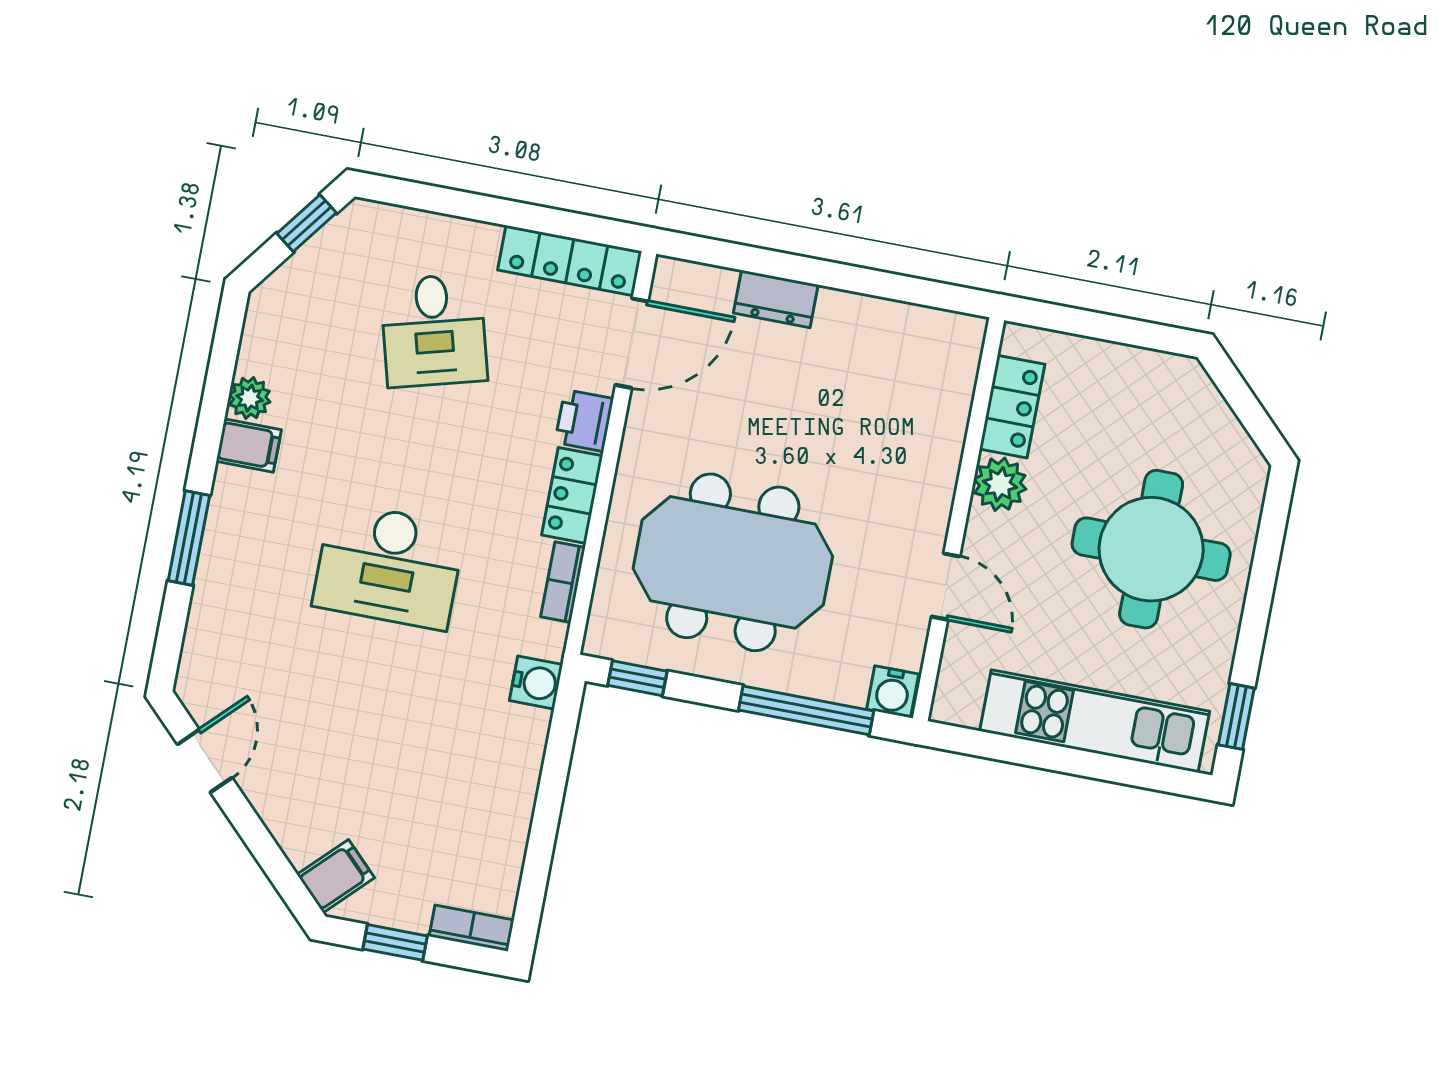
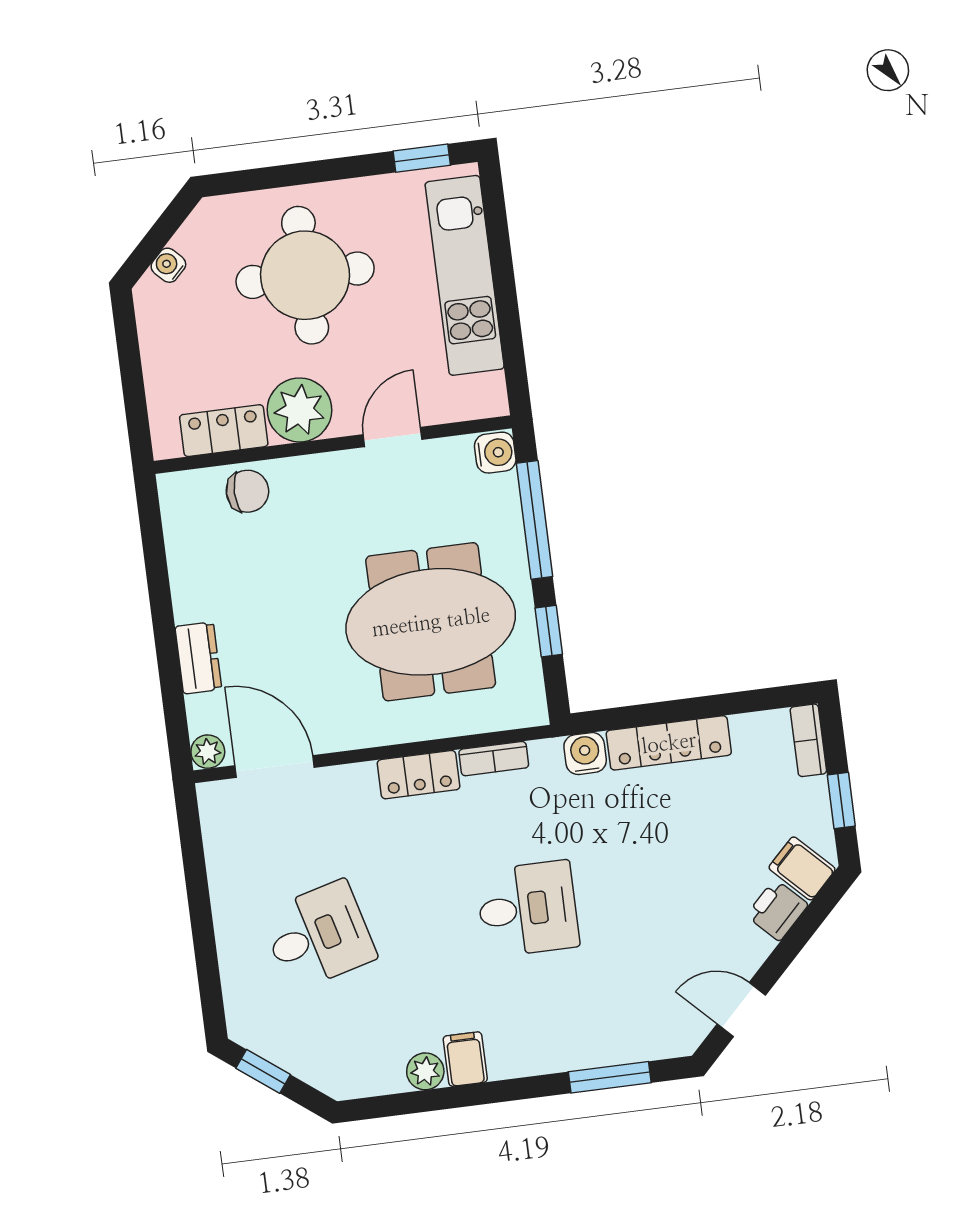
locker: (570, 261) -> (669, 743), moved, turned 90
plant: (671, 276) -> (208, 752), added
water cooler: (1210, 405) -> (168, 265), added
chair: (938, 411) -> (247, 491), added
printer: (584, 421) -> (777, 910), moved, turned 135
plant: (1000, 484) -> (300, 410), width x1.36, depth x1.36
window: (189, 538) -> (610, 1077), moved
meeting table: (733, 562) -> (431, 622), turned 90
desk: (389, 566) -> (528, 909), width x0.73
window: (637, 678) -> (549, 631), moved

